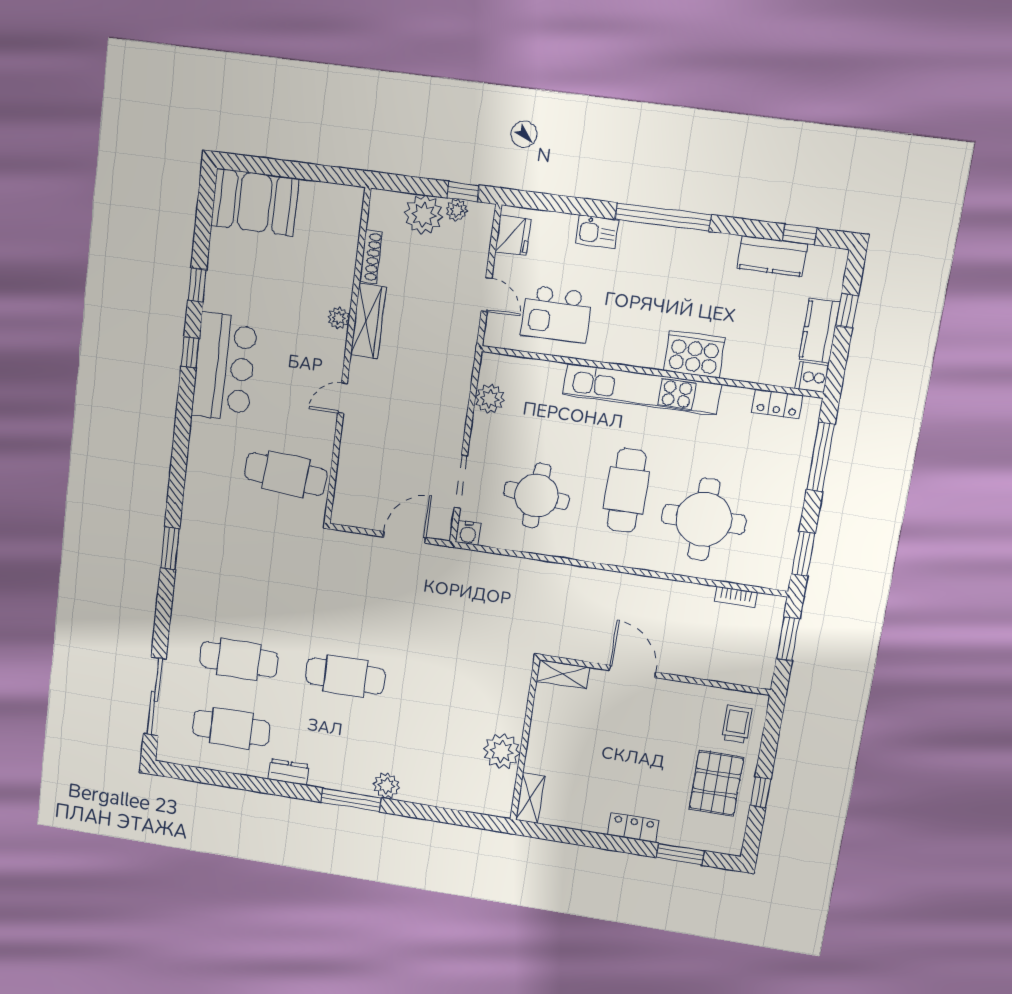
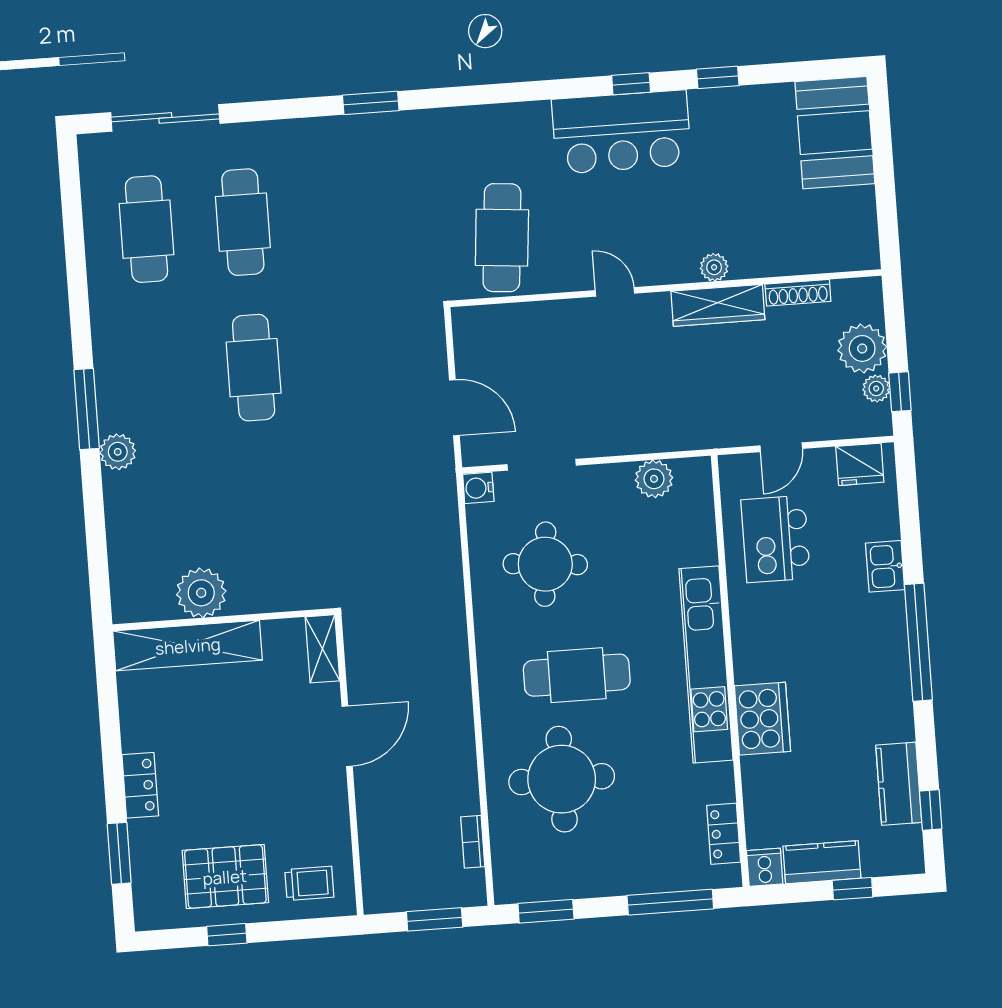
dresser: (289, 772) -> (105, 318), removed
shelving: (530, 798) -> (188, 646), width x2.20, depth x1.33

